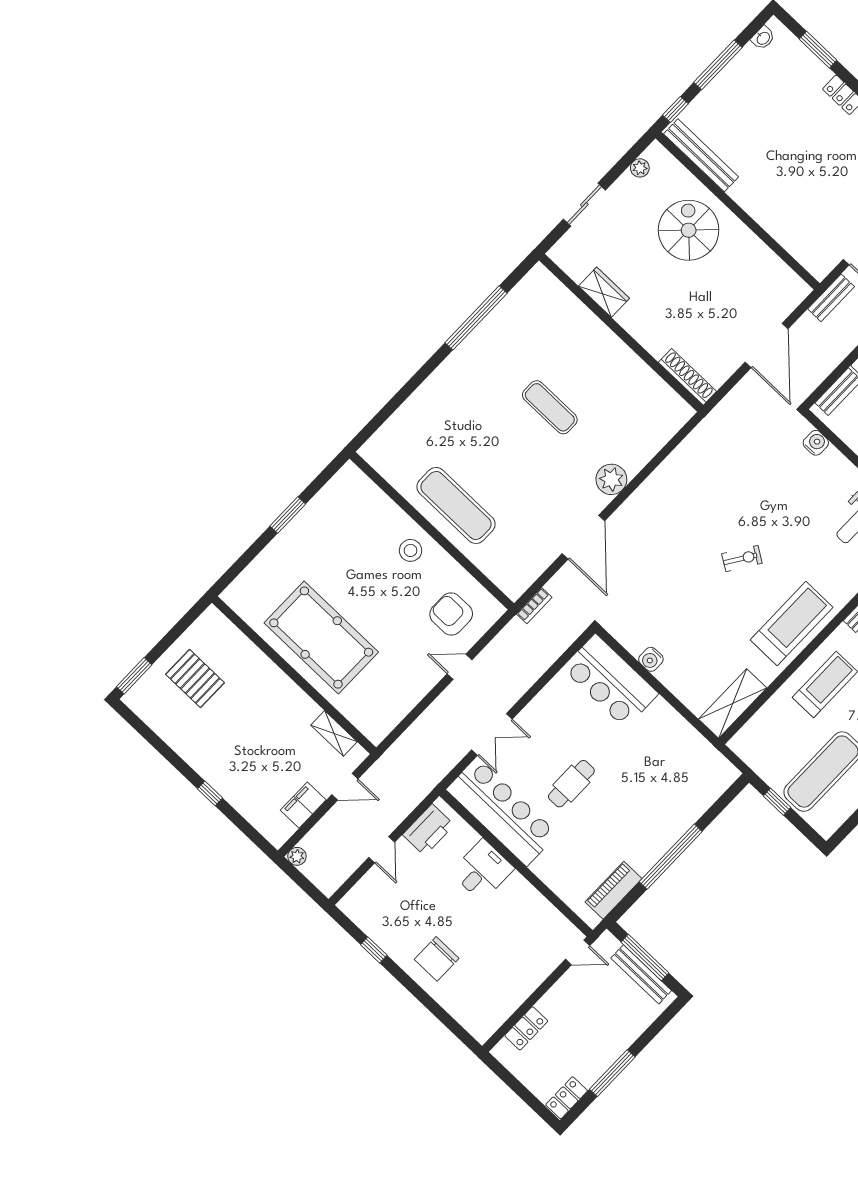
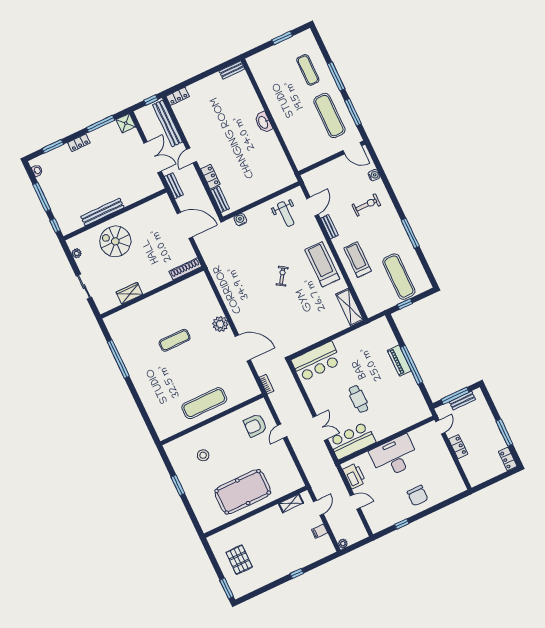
bench: (701, 155) -> (102, 212), moved
stool: (411, 550) -> (203, 455), moved
water cooler: (651, 659) -> (314, 338), removed
pallet: (195, 679) -> (239, 560), turned 90
filing cabinet: (303, 805) -> (319, 531), width x0.50
bar counter: (502, 812) -> (352, 441), width x0.73
desk: (482, 870) -> (394, 457), width x1.87, depth x1.30
piano: (614, 890) -> (399, 361), moved
bench: (641, 974) -> (462, 401), width x0.73
locker: (526, 1028) -> (458, 447), moved

